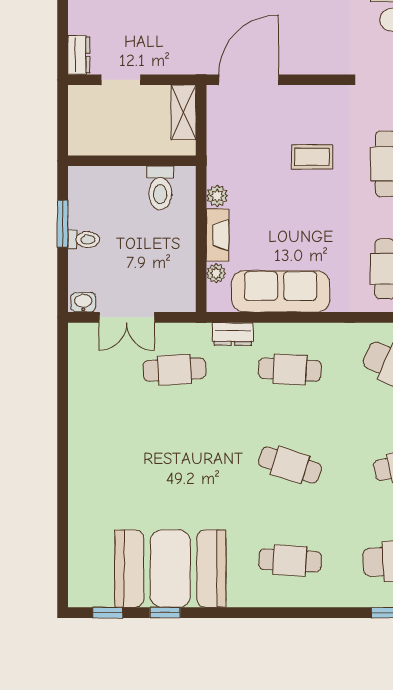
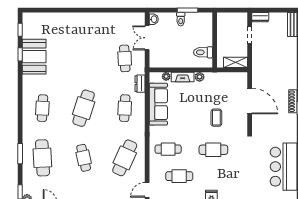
door: (249, 80) -> (250, 101), moved
cafe table: (290, 465) -> (84, 108), width x1.37, depth x1.35
booth: (170, 569) -> (34, 57), width x0.73, depth x0.70

